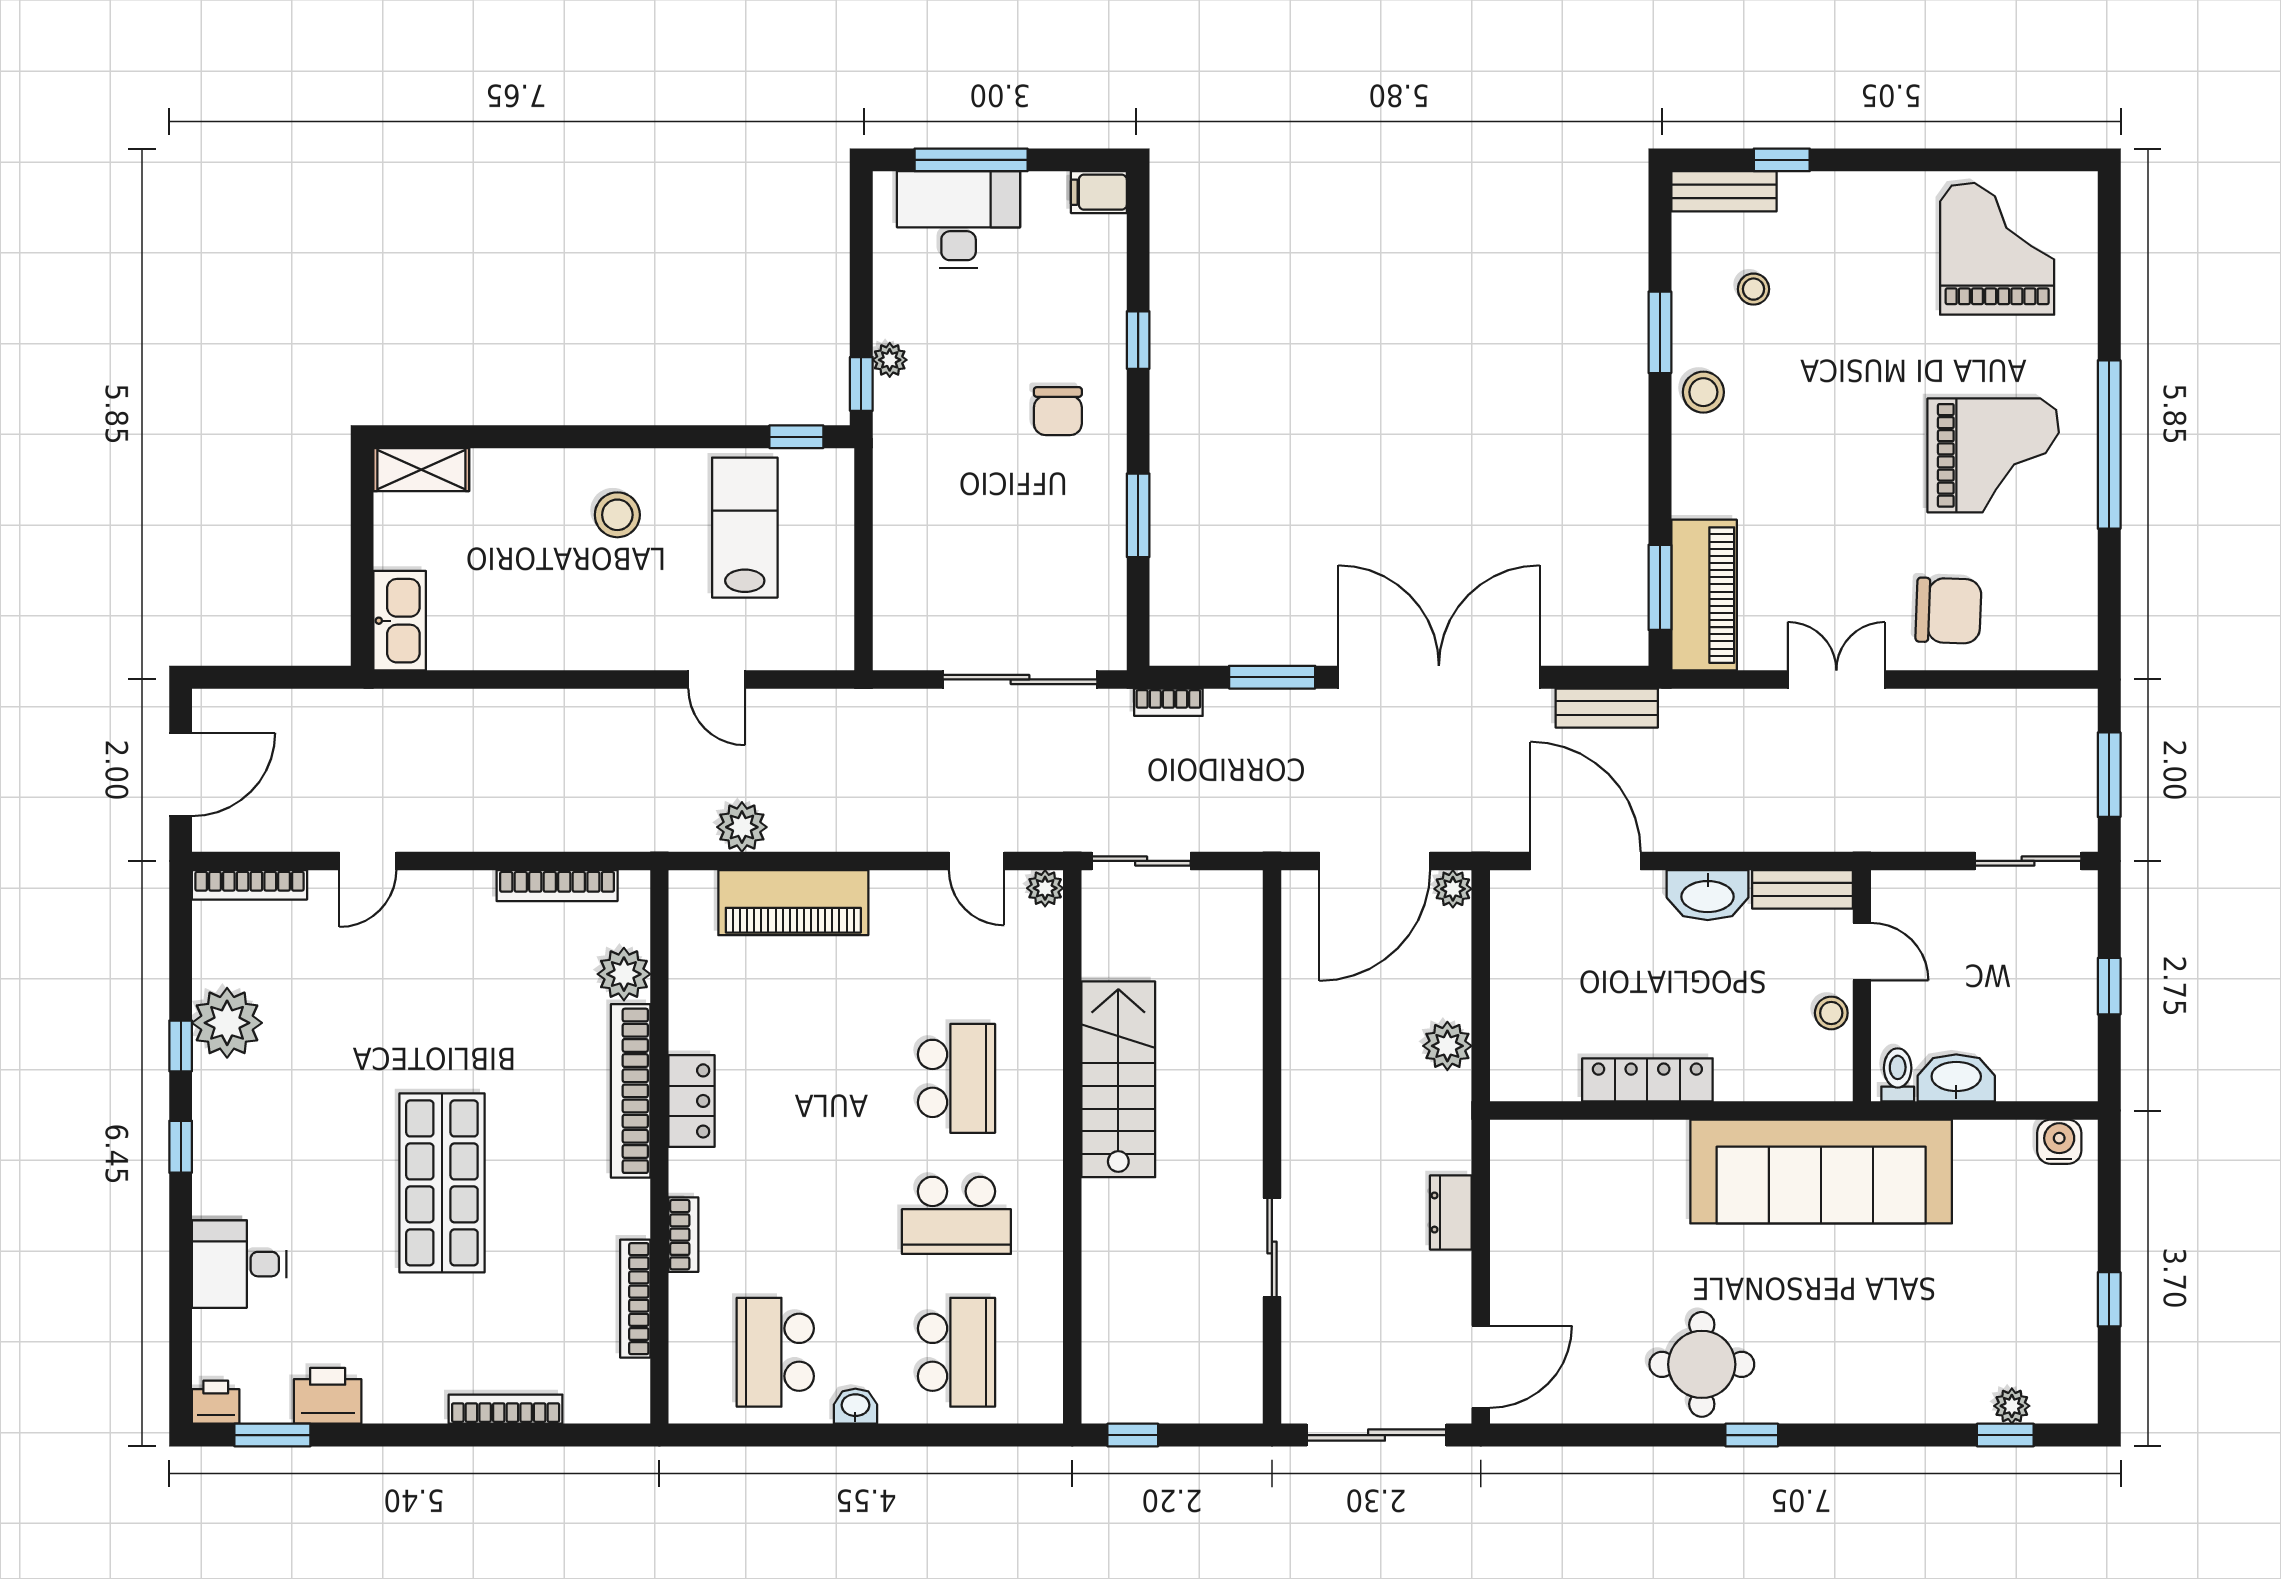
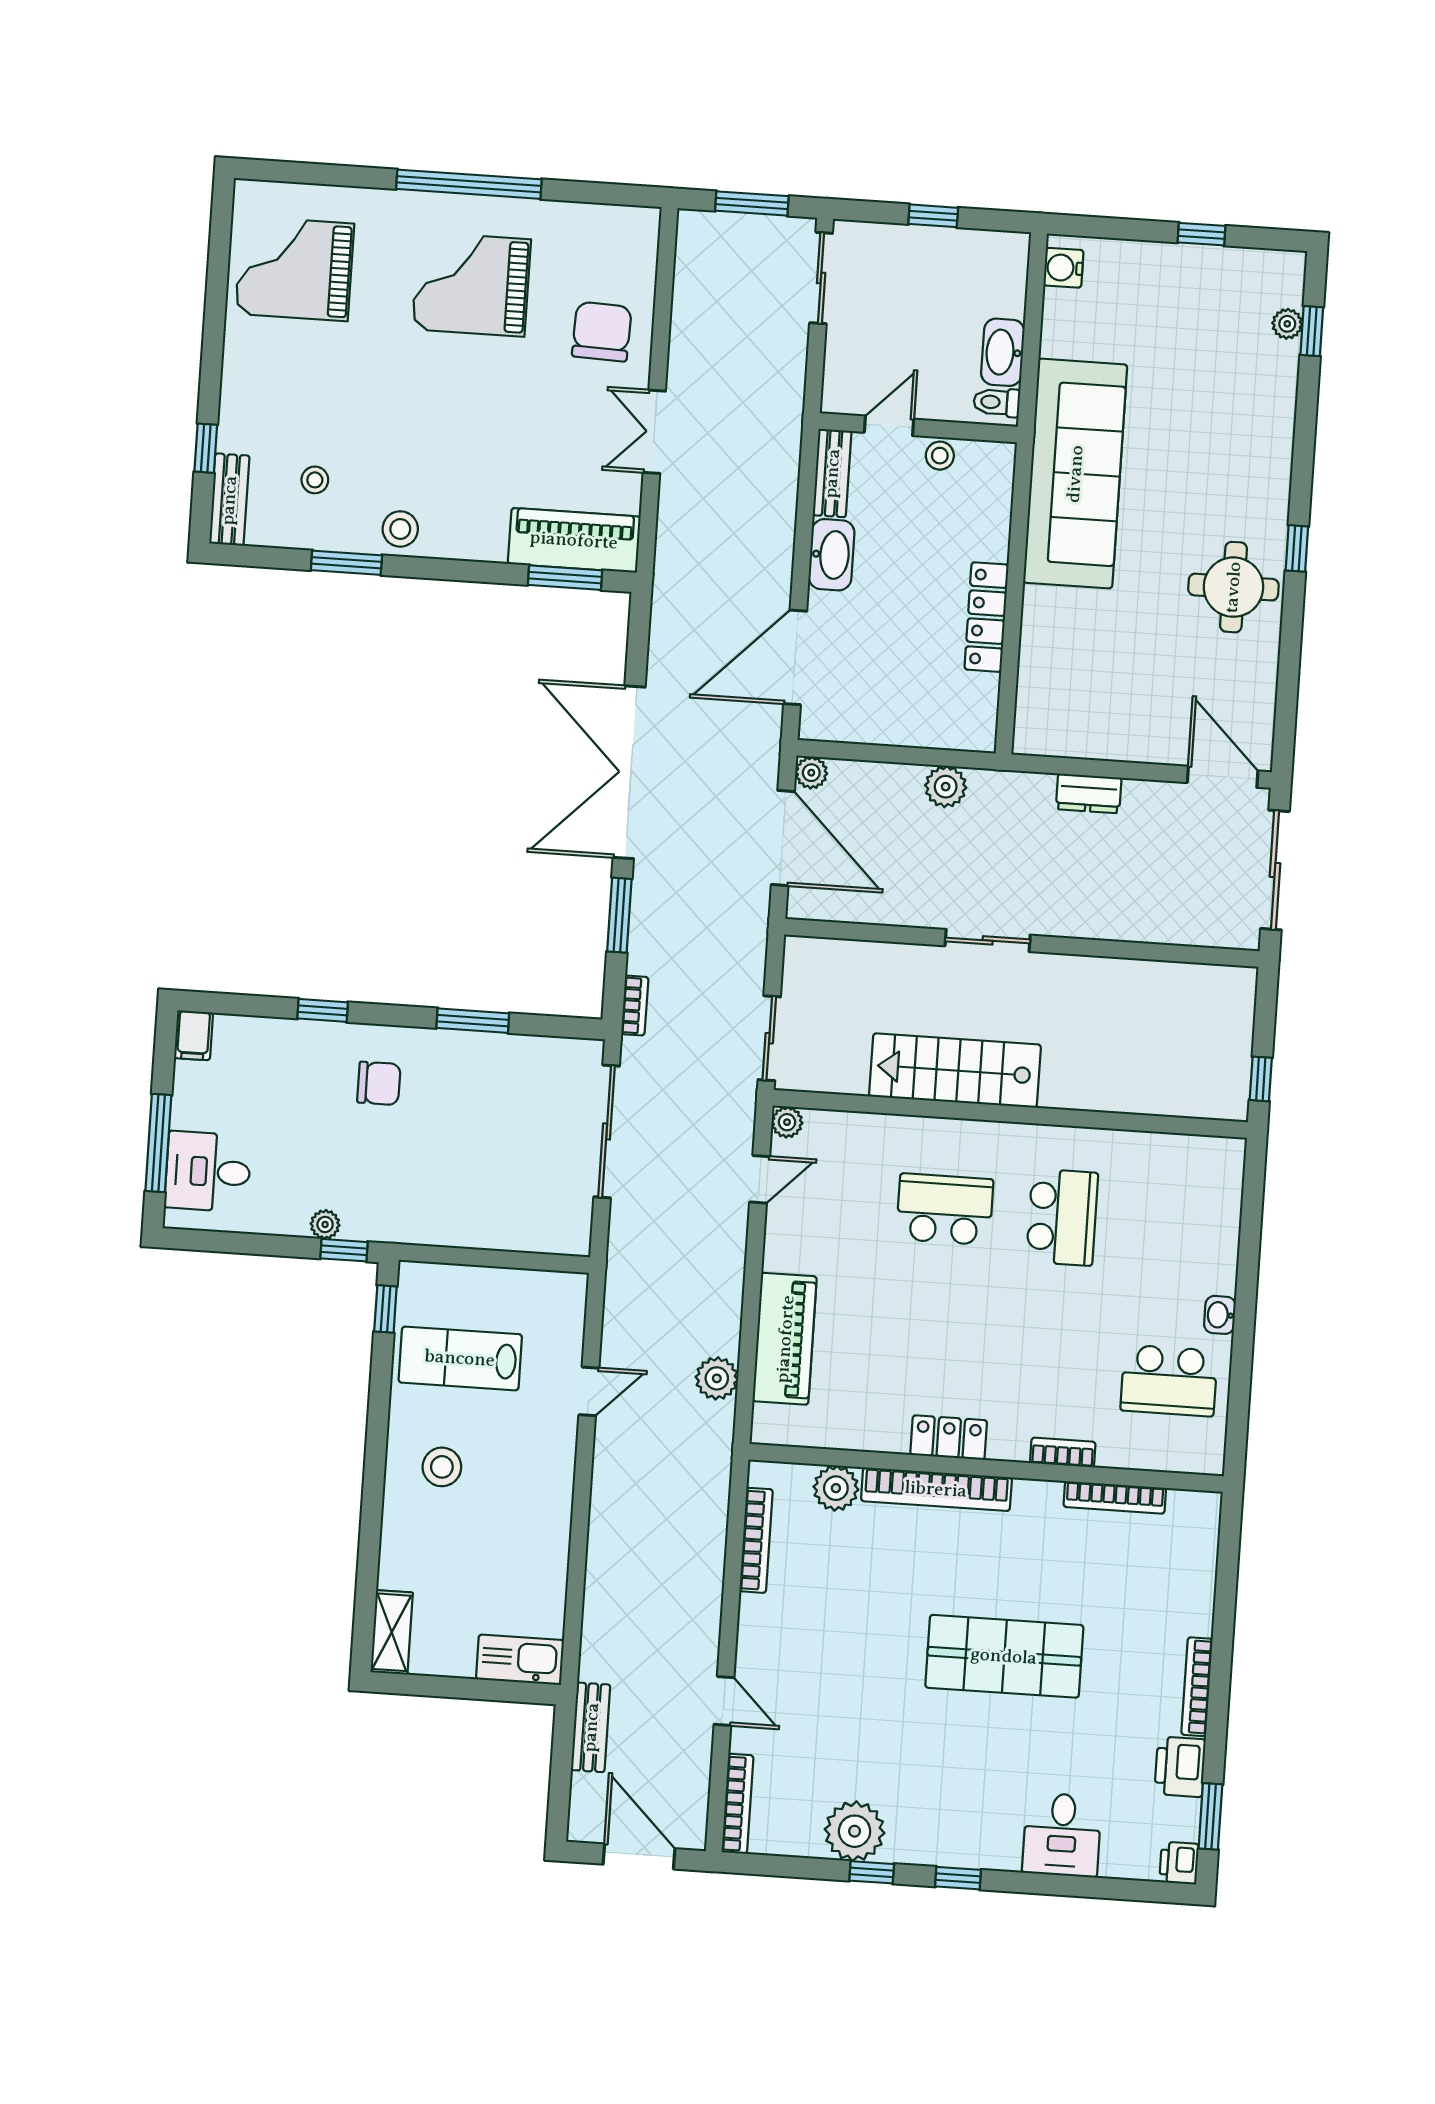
desk: (959, 220) -> (208, 1172), width x0.73
grand piano: (1993, 455) -> (471, 284), turned -90
bench: (1607, 708) -> (591, 1727), moved
sliding door: (1272, 1248) -> (988, 940), moved
school desk: (956, 1352) -> (1180, 1225), removed
bookcase: (506, 1409) -> (1197, 1687), moved

